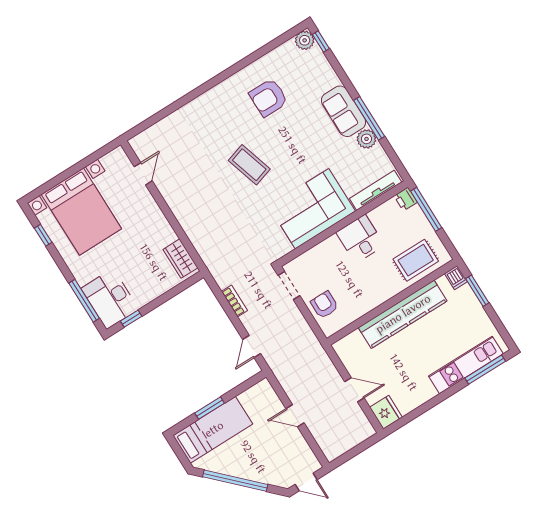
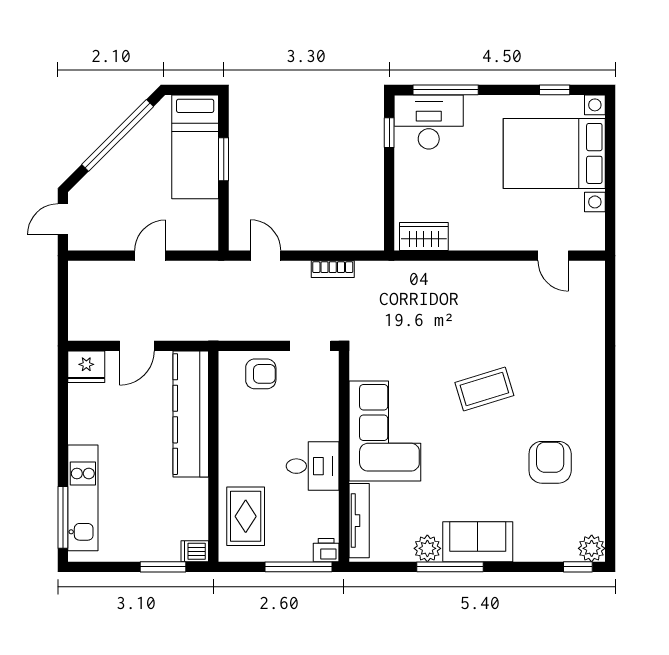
kitchen counter: (403, 314) -> (191, 414), moved

